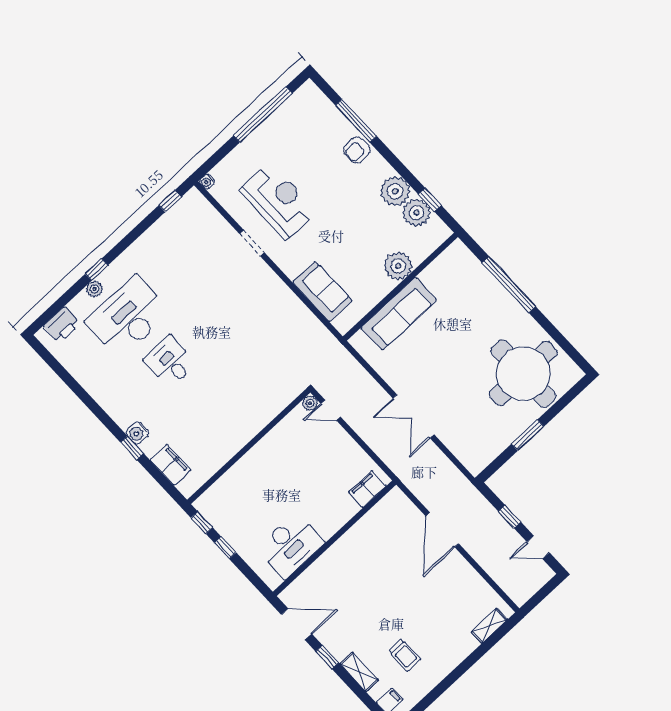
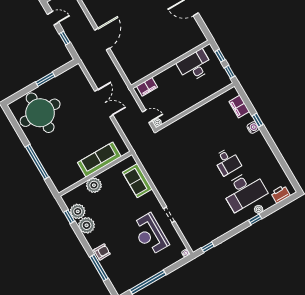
filing cabinet: (367, 489) -> (147, 87), moved
wall: (334, 538) -> (170, 64), moved
desk: (290, 546) -> (195, 66), moved

